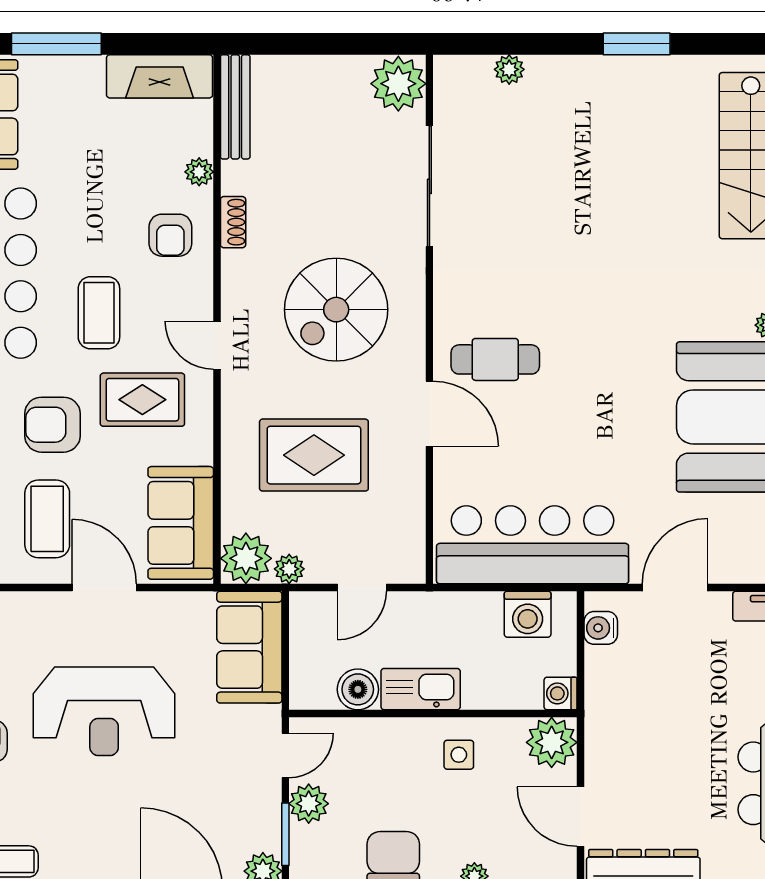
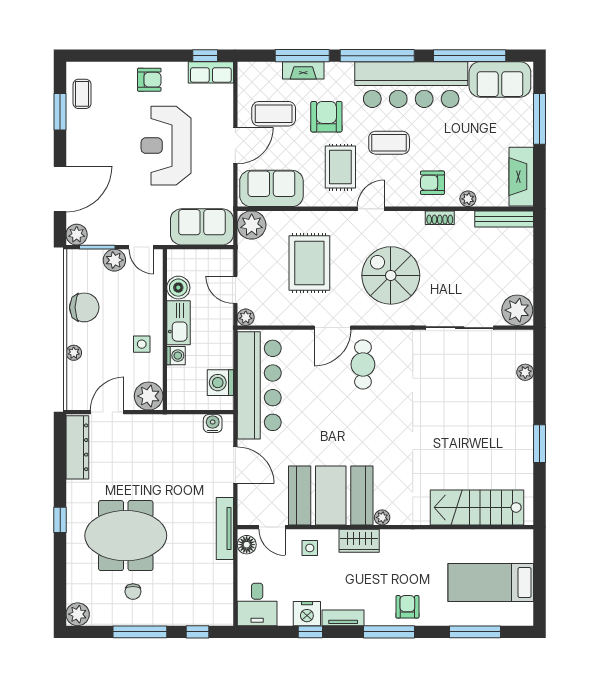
plant: (289, 569) -> (246, 317), moved
washing machine: (561, 693) -> (176, 356), moved, turned 90

